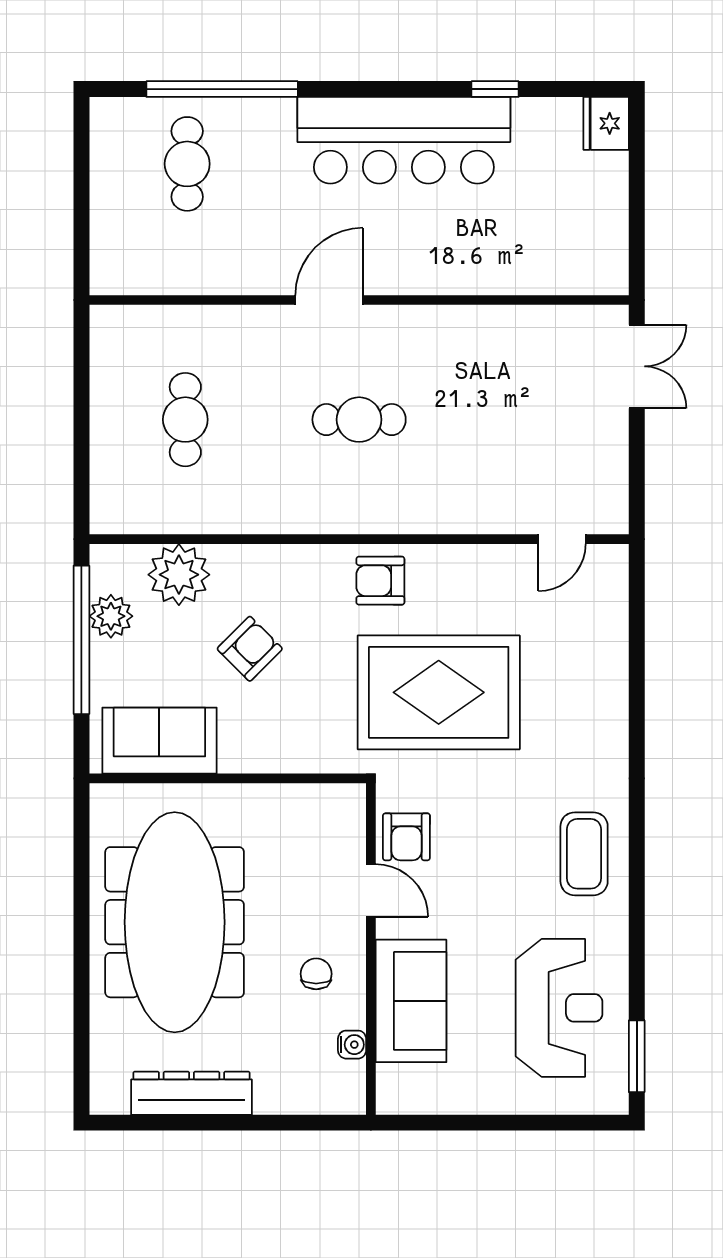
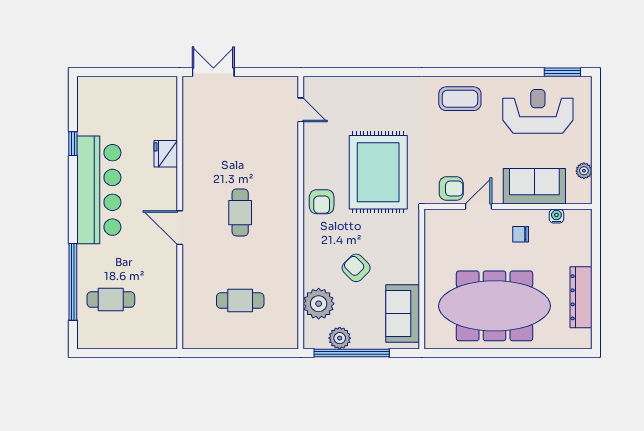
fridge: (606, 123) -> (166, 154), moved, turned 90
plant: (442, 1099) -> (584, 171), added

